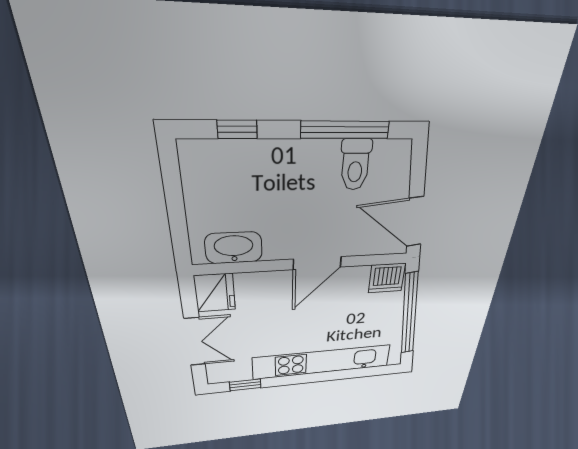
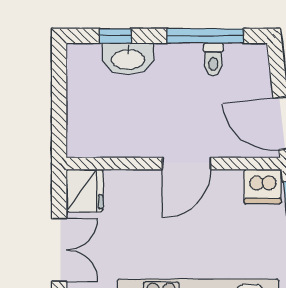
toilet: (355, 165) -> (213, 59), width x0.73, depth x0.72
washbasin: (234, 248) -> (128, 59), moved, turned 180

